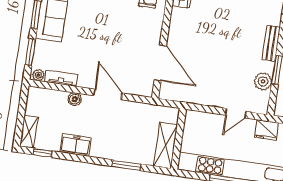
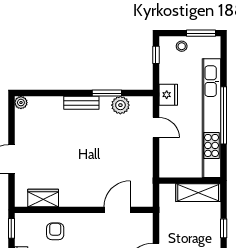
door: (160, 63) -> (117, 210), width x0.73
window: (127, 165) -> (224, 228), width x0.67

